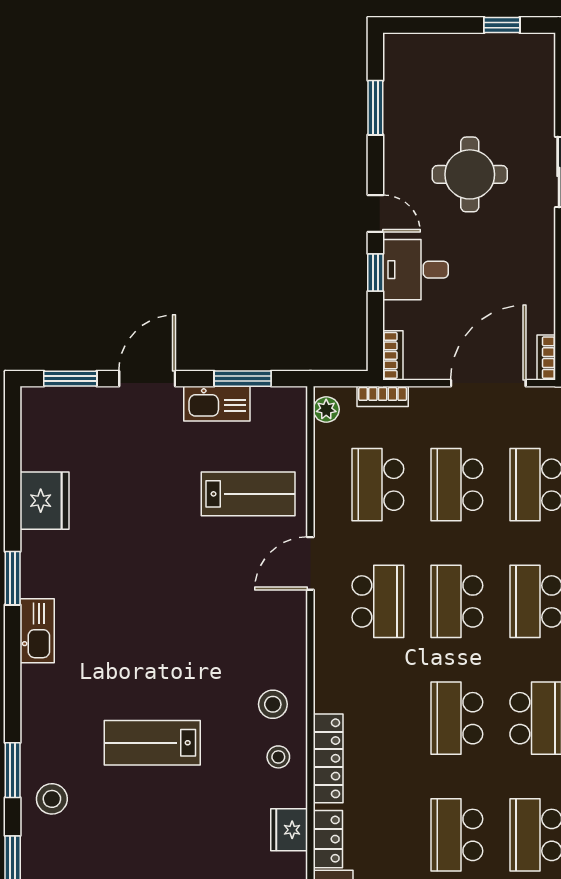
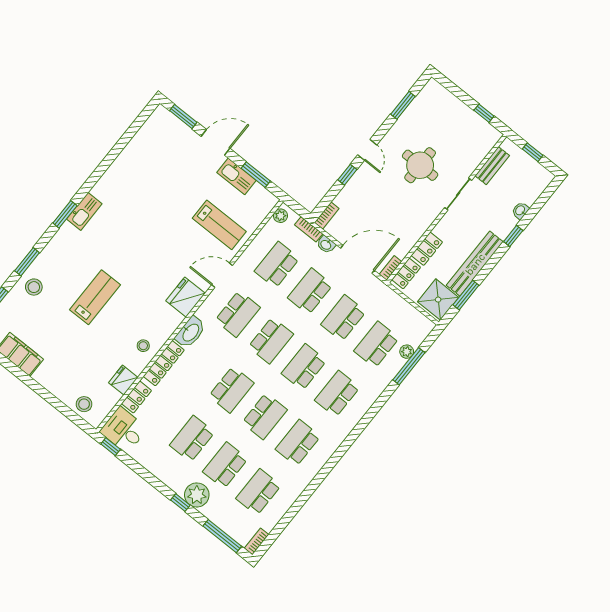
desk: (416, 270) -> (365, 187), removed
washbasin: (426, 398) -> (326, 245), added
fridge: (45, 501) -> (185, 297), moved, turned 180
window: (13, 578) -> (65, 214), moved
school desk: (457, 601) -> (271, 340), turned 180
washbasin: (331, 683) -> (190, 332), added
stool: (273, 704) -> (159, 322), removed
school desk: (457, 718) -> (231, 390), turned 180
lab bench: (152, 743) -> (95, 297), turned 90

